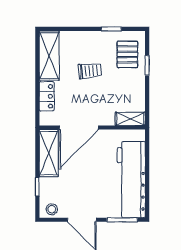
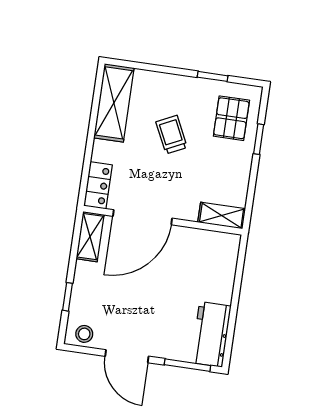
trolley: (90, 71) -> (172, 135), turned -111
locker: (47, 96) -> (98, 185), moved
shelving: (49, 153) -> (90, 237), width x0.67, depth x0.75
workbench: (131, 180) -> (211, 334), width x0.53, depth x0.76

